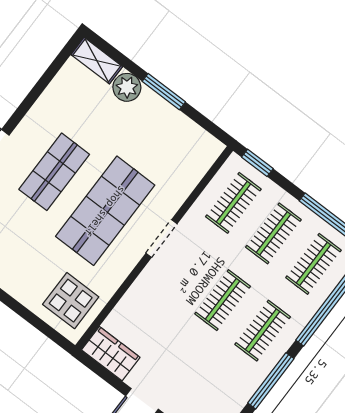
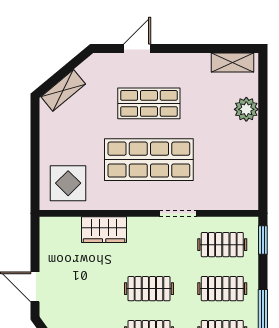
shelving: (97, 61) -> (232, 62), moved, turned 90
window: (164, 92) -> (263, 137), removed
doorway: (161, 238) -> (178, 213), moved
wardrobe: (111, 354) -> (104, 230), moved, turned 90

